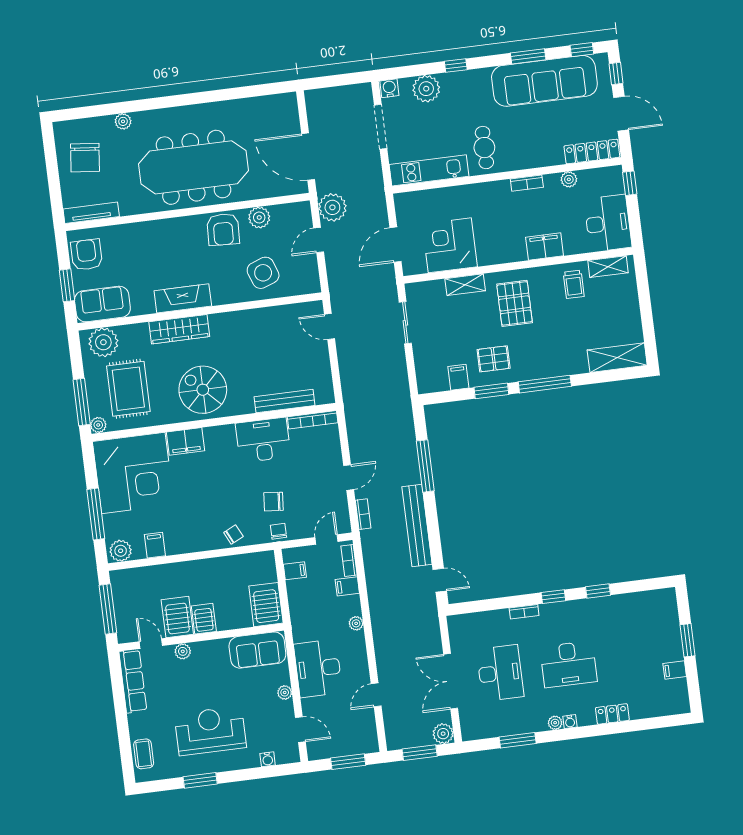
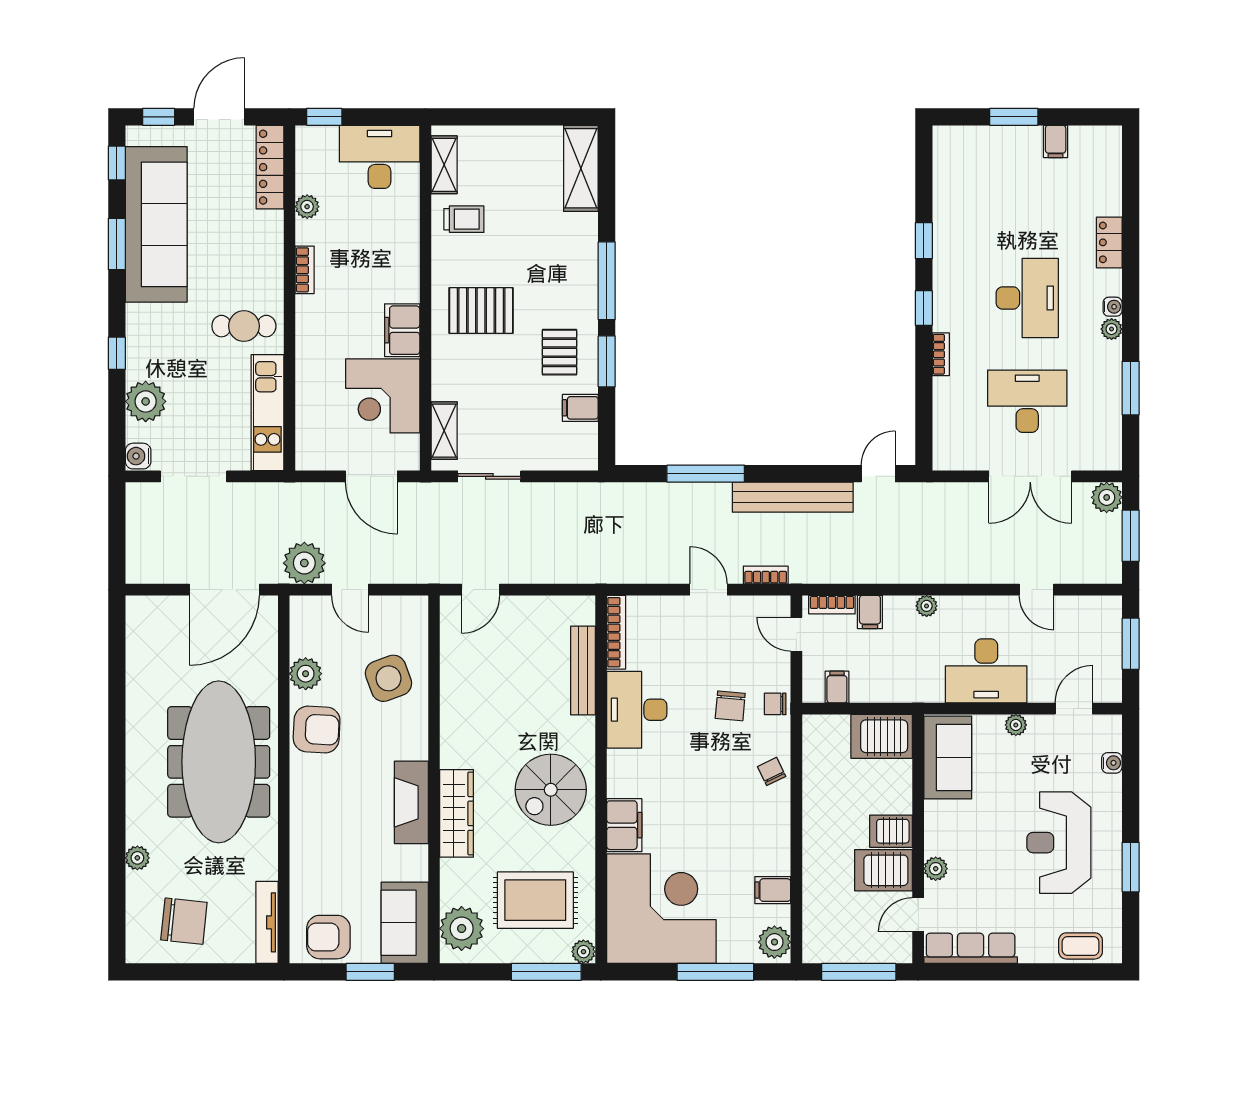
filing cabinet: (545, 246) -> (402, 330), moved
shelving: (465, 285) -> (444, 431), moved

